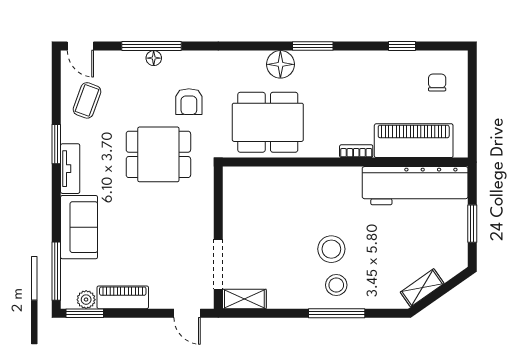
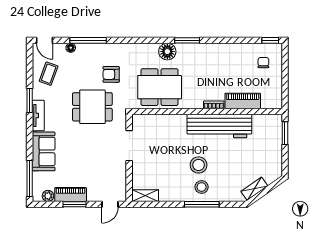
window: (402, 46) -> (270, 40), moved
floor lamp: (154, 58) -> (71, 48), moved
armchair: (189, 102) -> (111, 74), turned 90
piano: (414, 141) -> (243, 101), width x0.73, depth x0.75
workbench: (415, 186) -> (219, 126), moved
window: (472, 224) -> (285, 133), moved
doorway: (218, 264) -> (129, 146), moved
window: (85, 313) -> (75, 204), moved
door: (187, 313) -> (110, 204), hinge flipped

